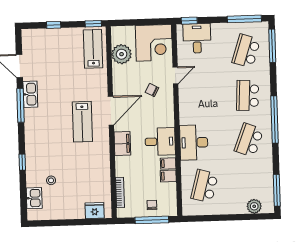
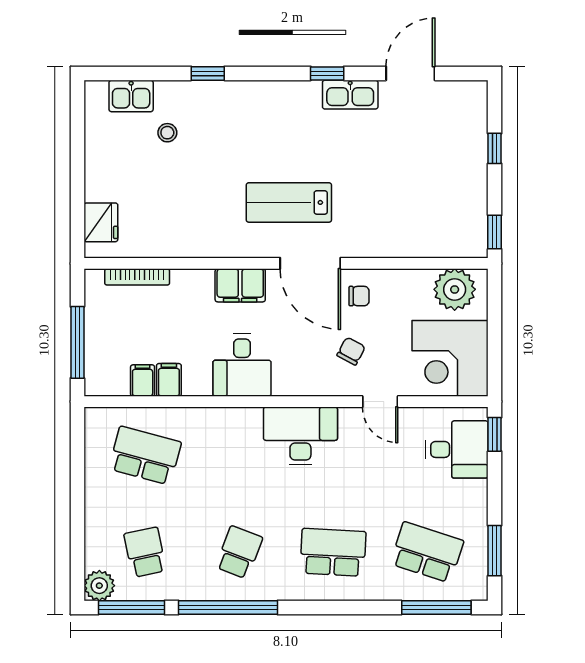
window: (244, 19) -> (495, 551), width x0.69
lab bench: (93, 49) -> (442, 230), removed
plant: (122, 54) -> (455, 289), moved
window: (21, 105) -> (327, 73), width x0.46
window: (275, 120) -> (228, 608), moved
school desk: (249, 140) -> (239, 552), width x0.54
desk: (194, 143) -> (300, 436), moved
filing cabinet: (168, 163) -> (143, 380), moved
school desk: (250, 185) -> (145, 552), added
chair: (152, 205) -> (359, 296), moved
plant: (254, 206) -> (99, 586), moved

